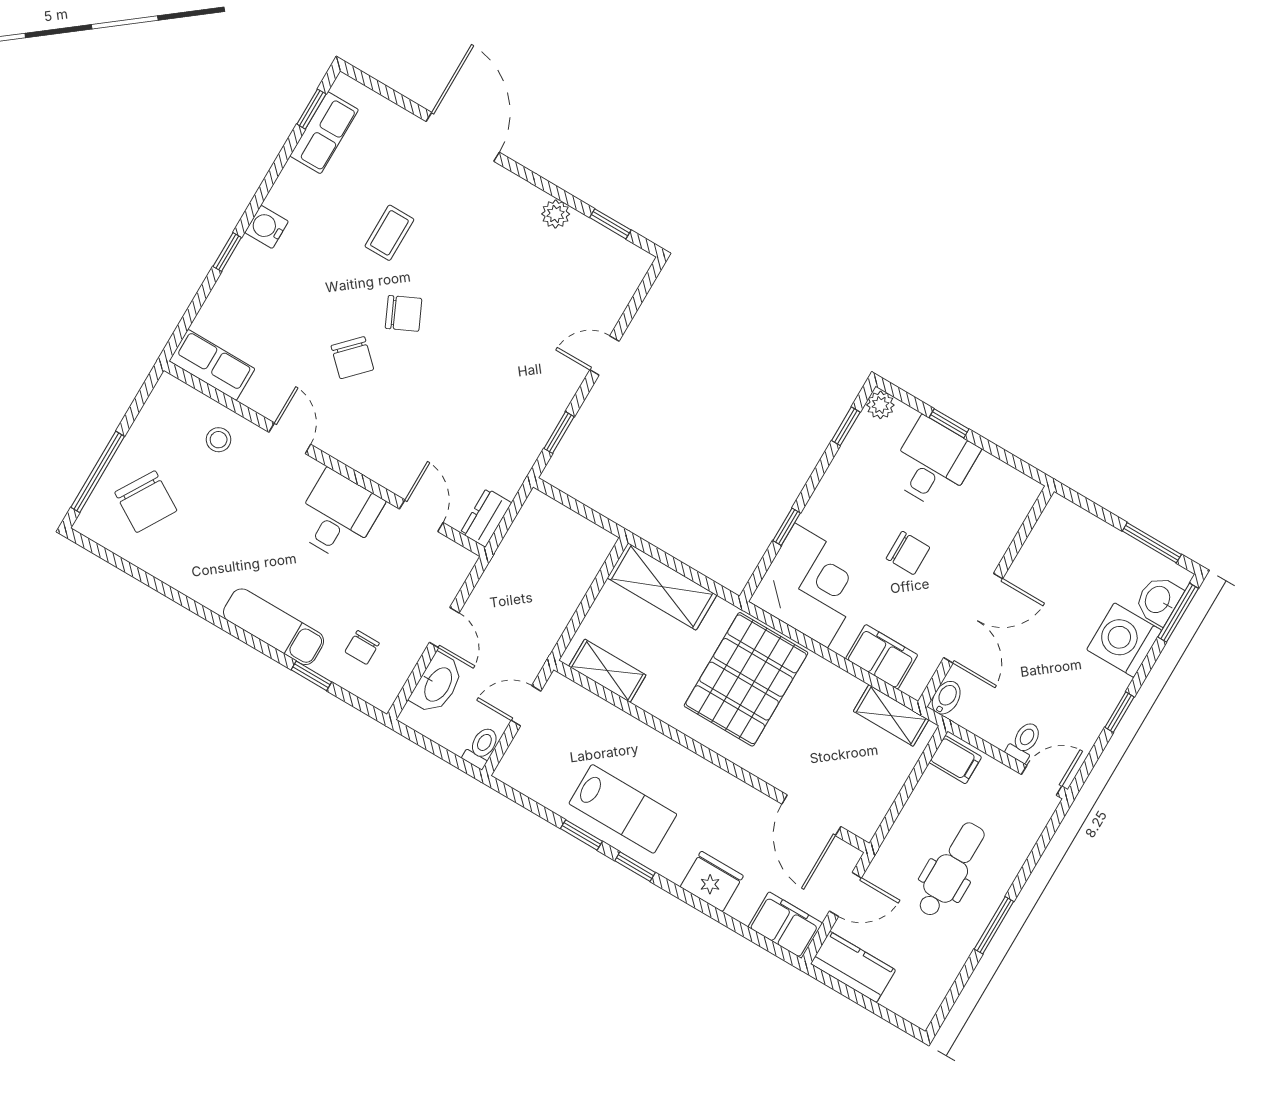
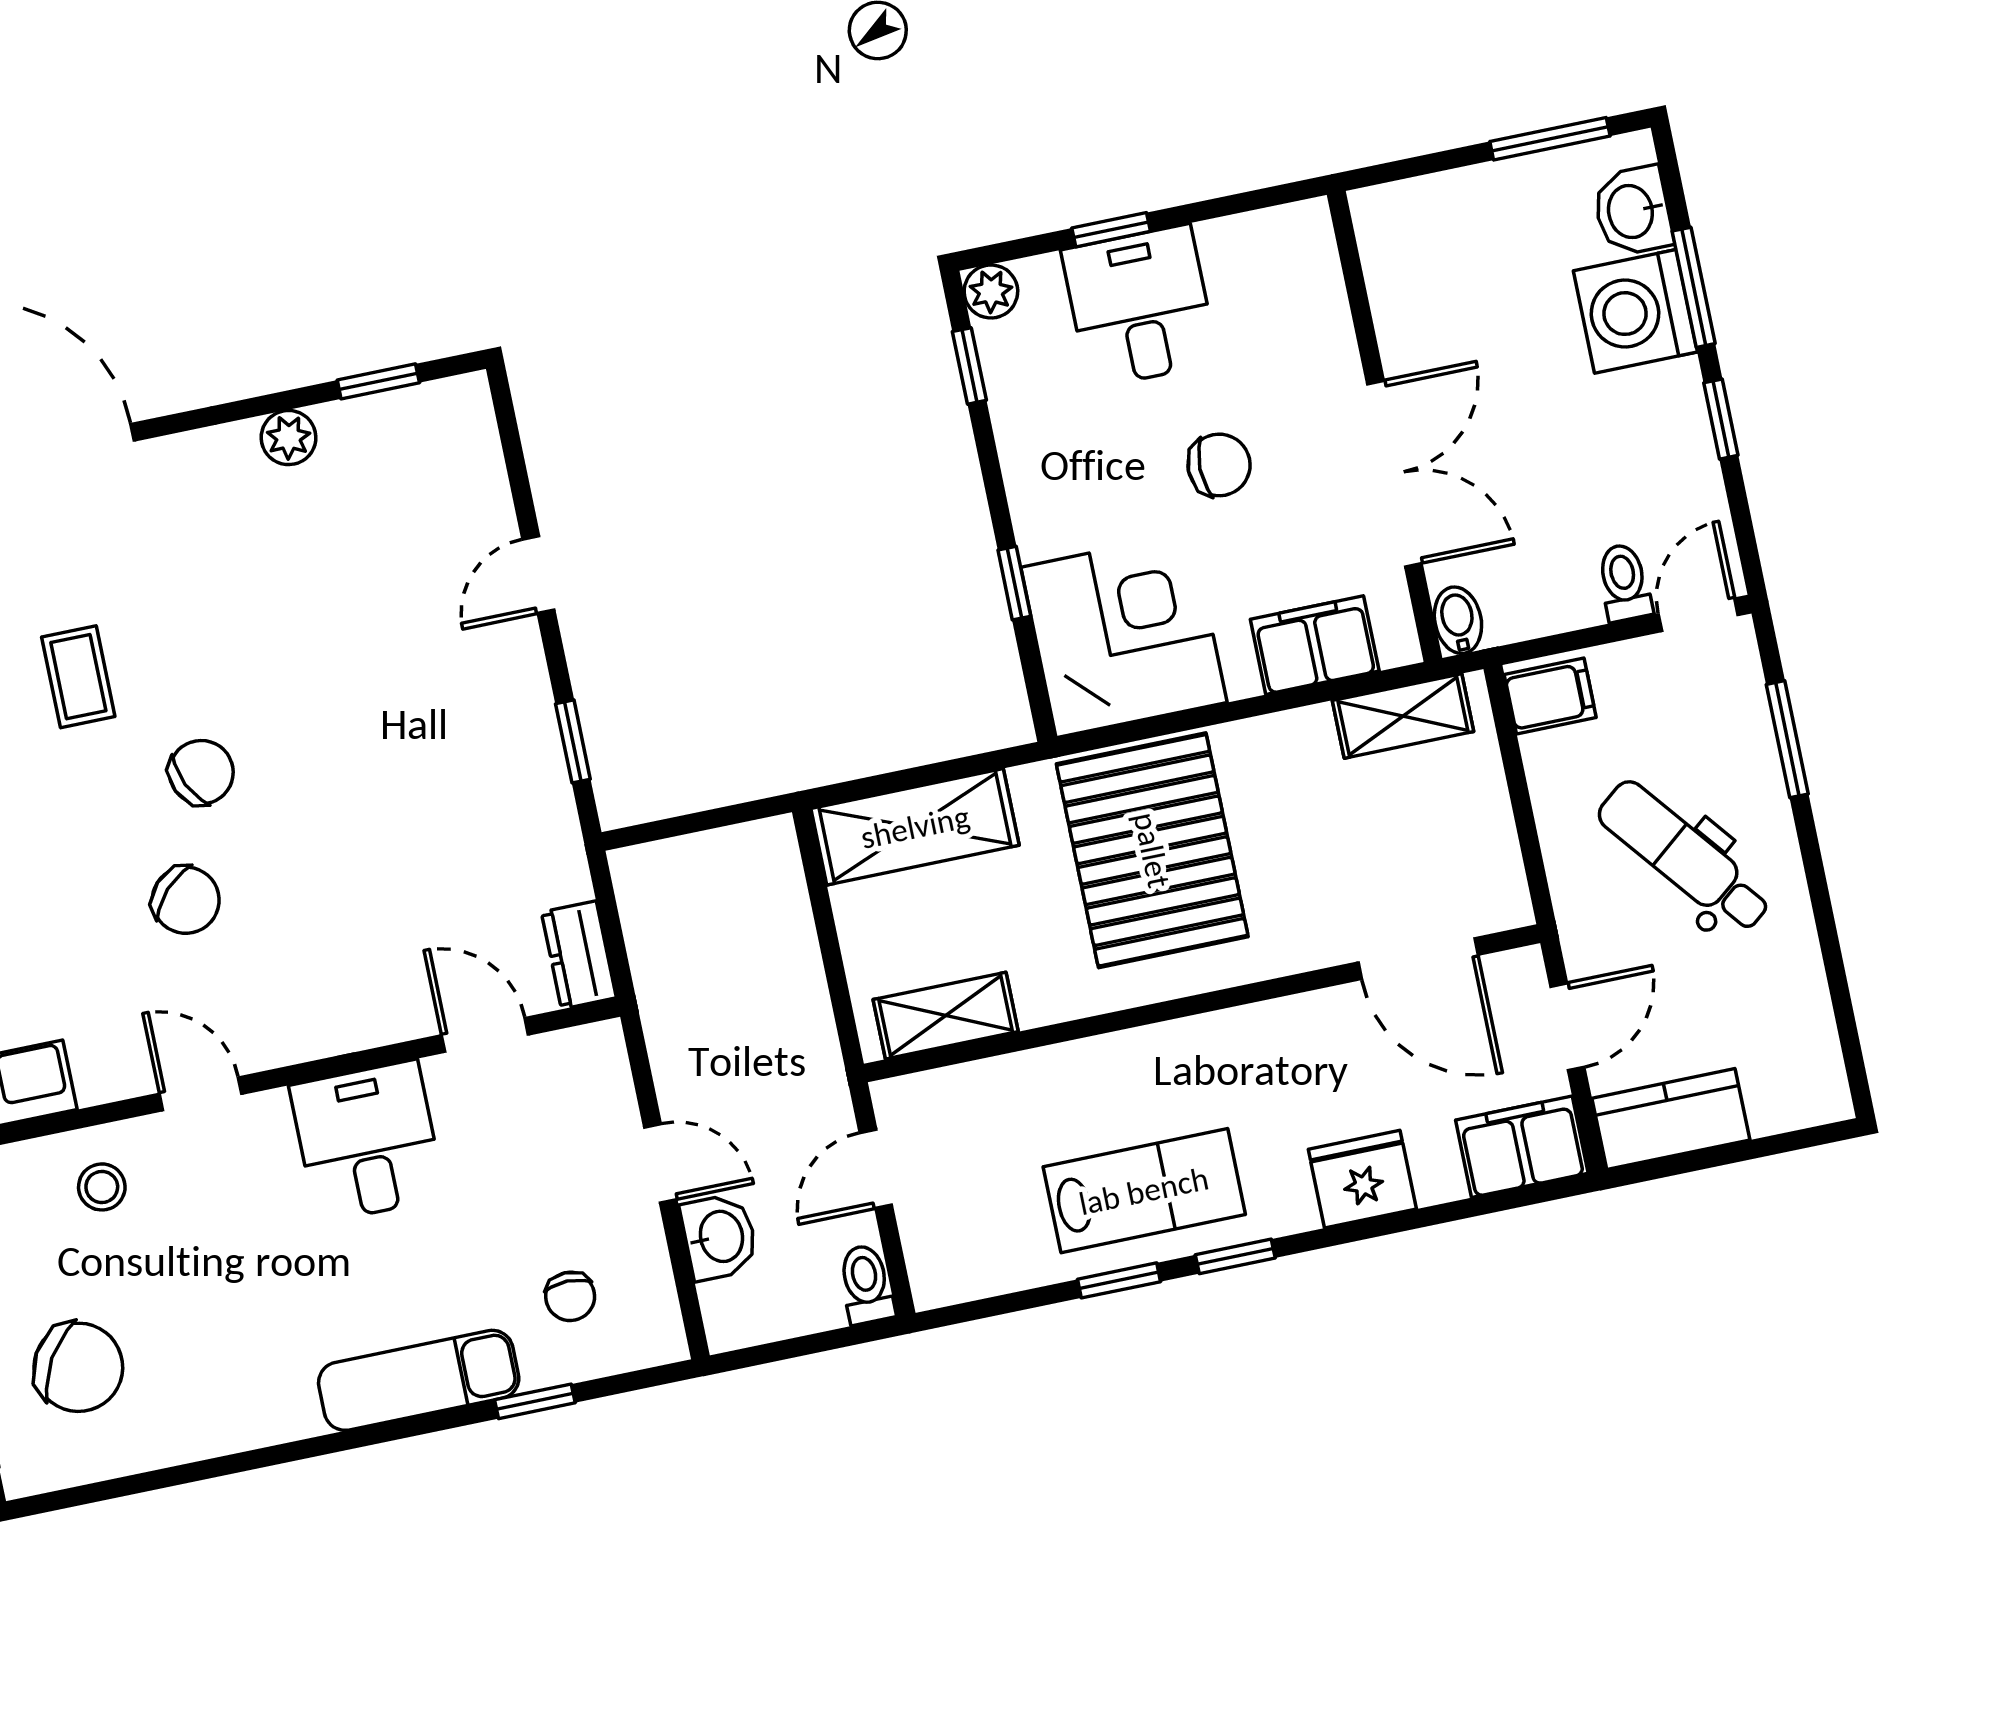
window: (1178, 613) -> (1694, 287), moved
washbasin: (437, 684) -> (720, 1237), width x0.72
dental chair: (951, 870) -> (1685, 857), turned -39
window: (994, 925) -> (1787, 739), moved

